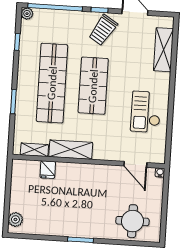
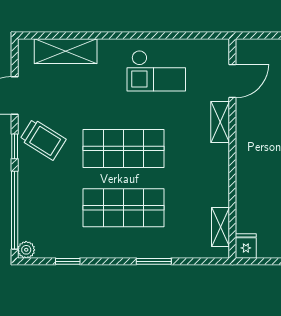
shop shelf: (52, 83) -> (124, 208), width x0.71
shelving: (71, 150) -> (220, 122), moved, width x0.67, depth x0.75
fridge: (48, 170) -> (246, 246), moved, turned -90
water cooler: (160, 173) -> (242, 45), removed

